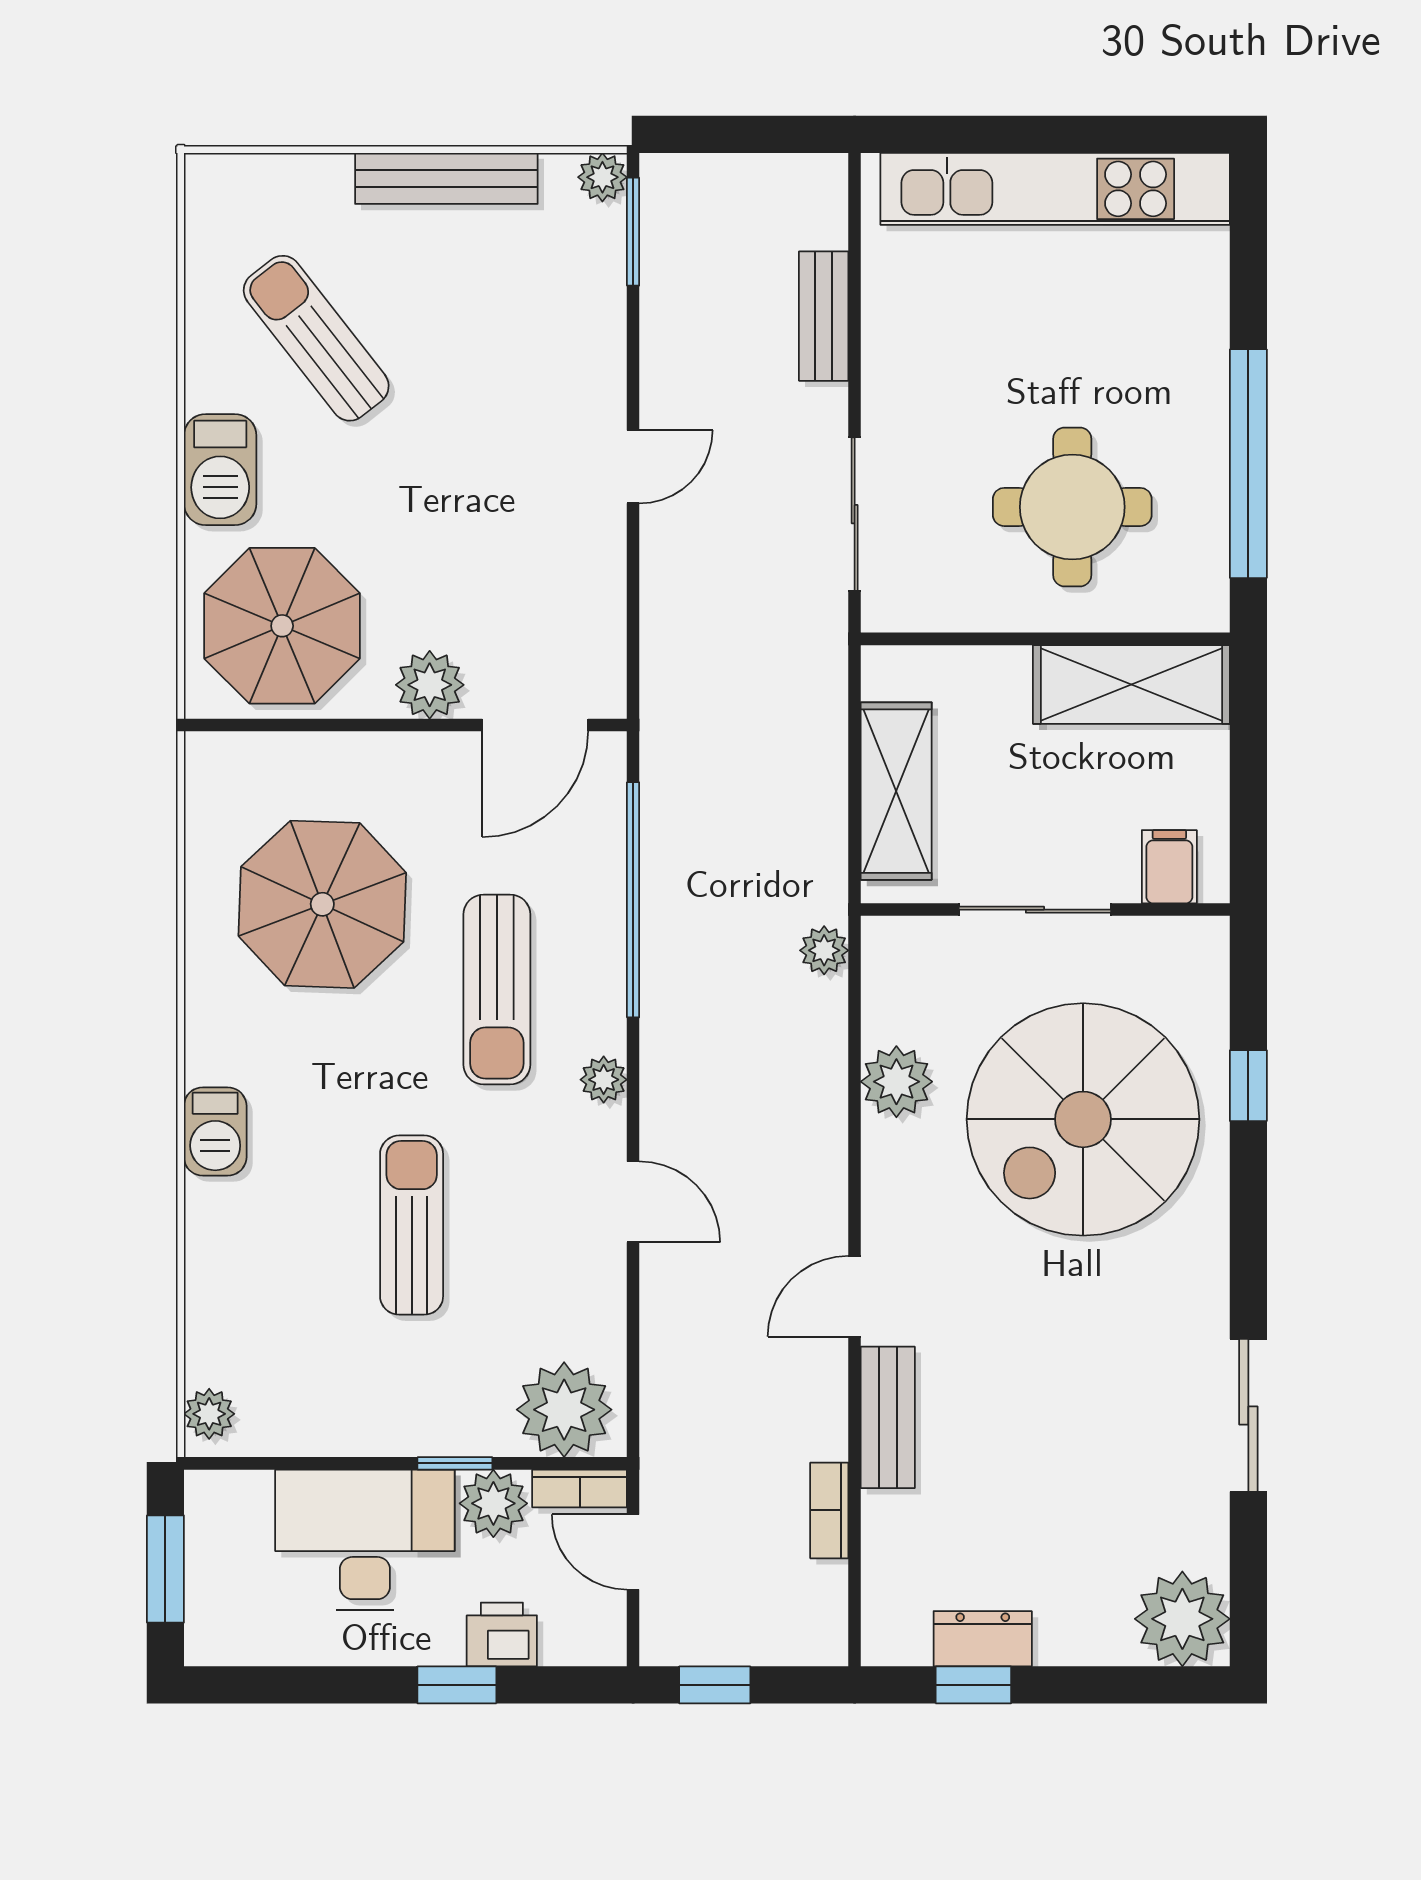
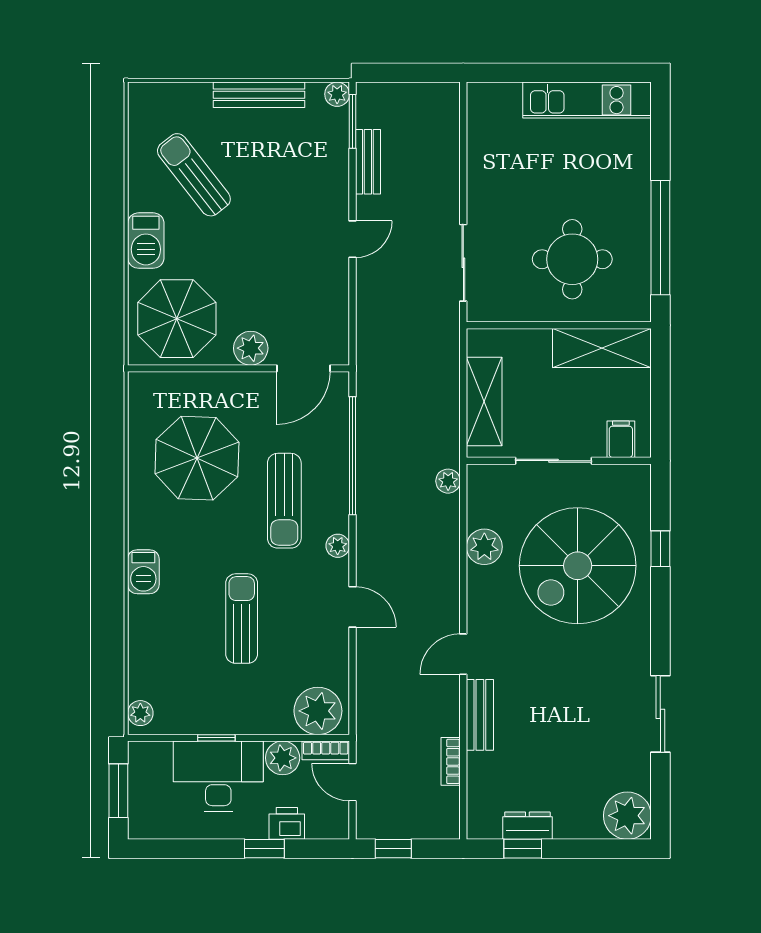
kitchen unit: (1055, 189) -> (587, 100), width x0.73
bench: (824, 316) -> (368, 162), moved
window: (455, 1463) -> (216, 738), moved

